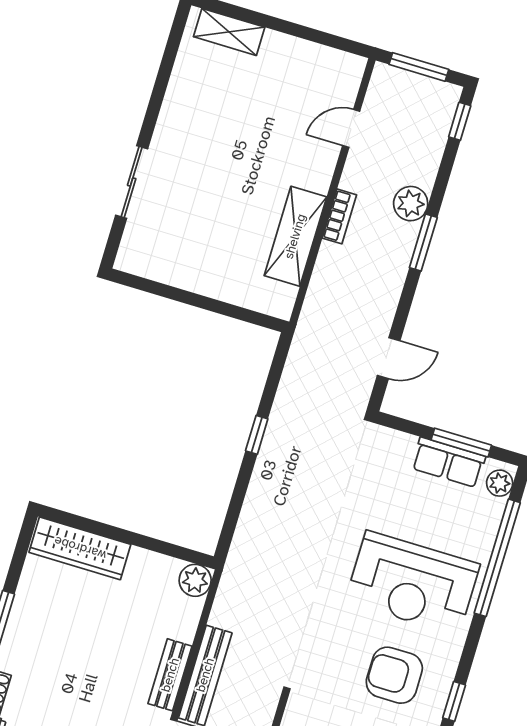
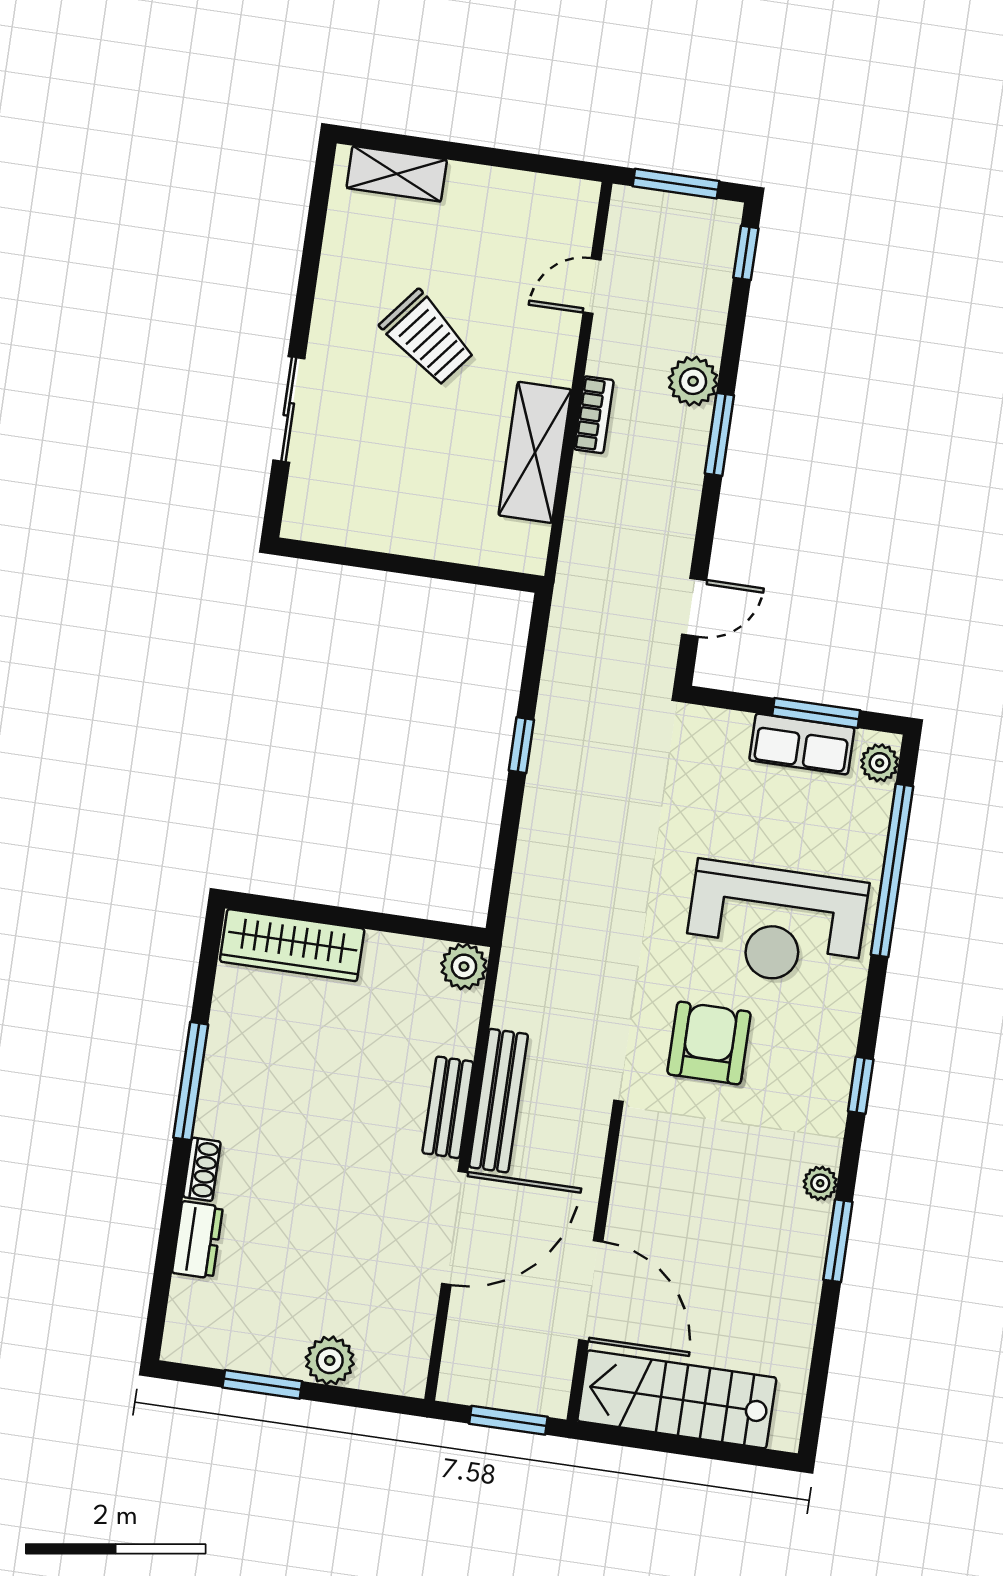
trolley: (234, 147) -> (427, 338), added
armchair: (394, 675) -> (709, 1043), moved, turned 90

